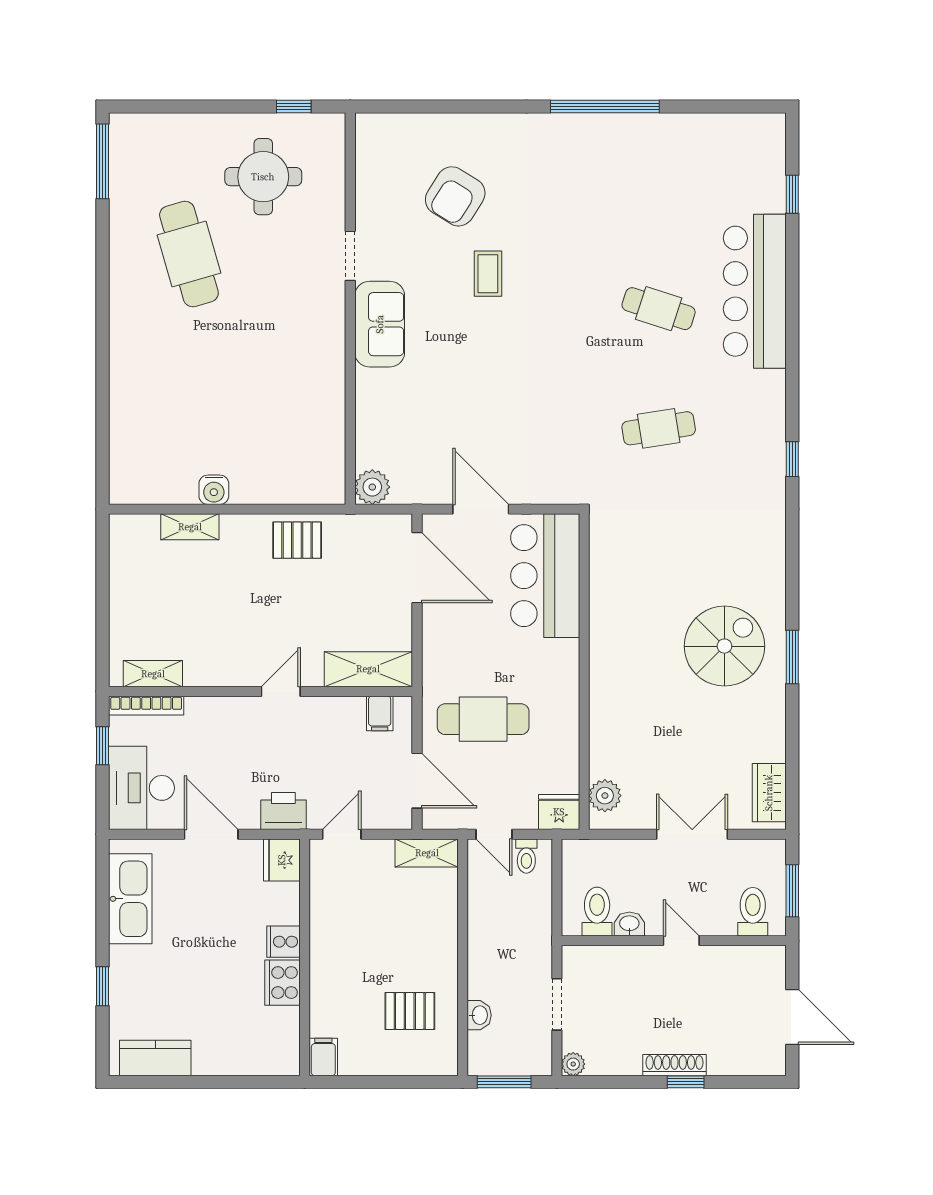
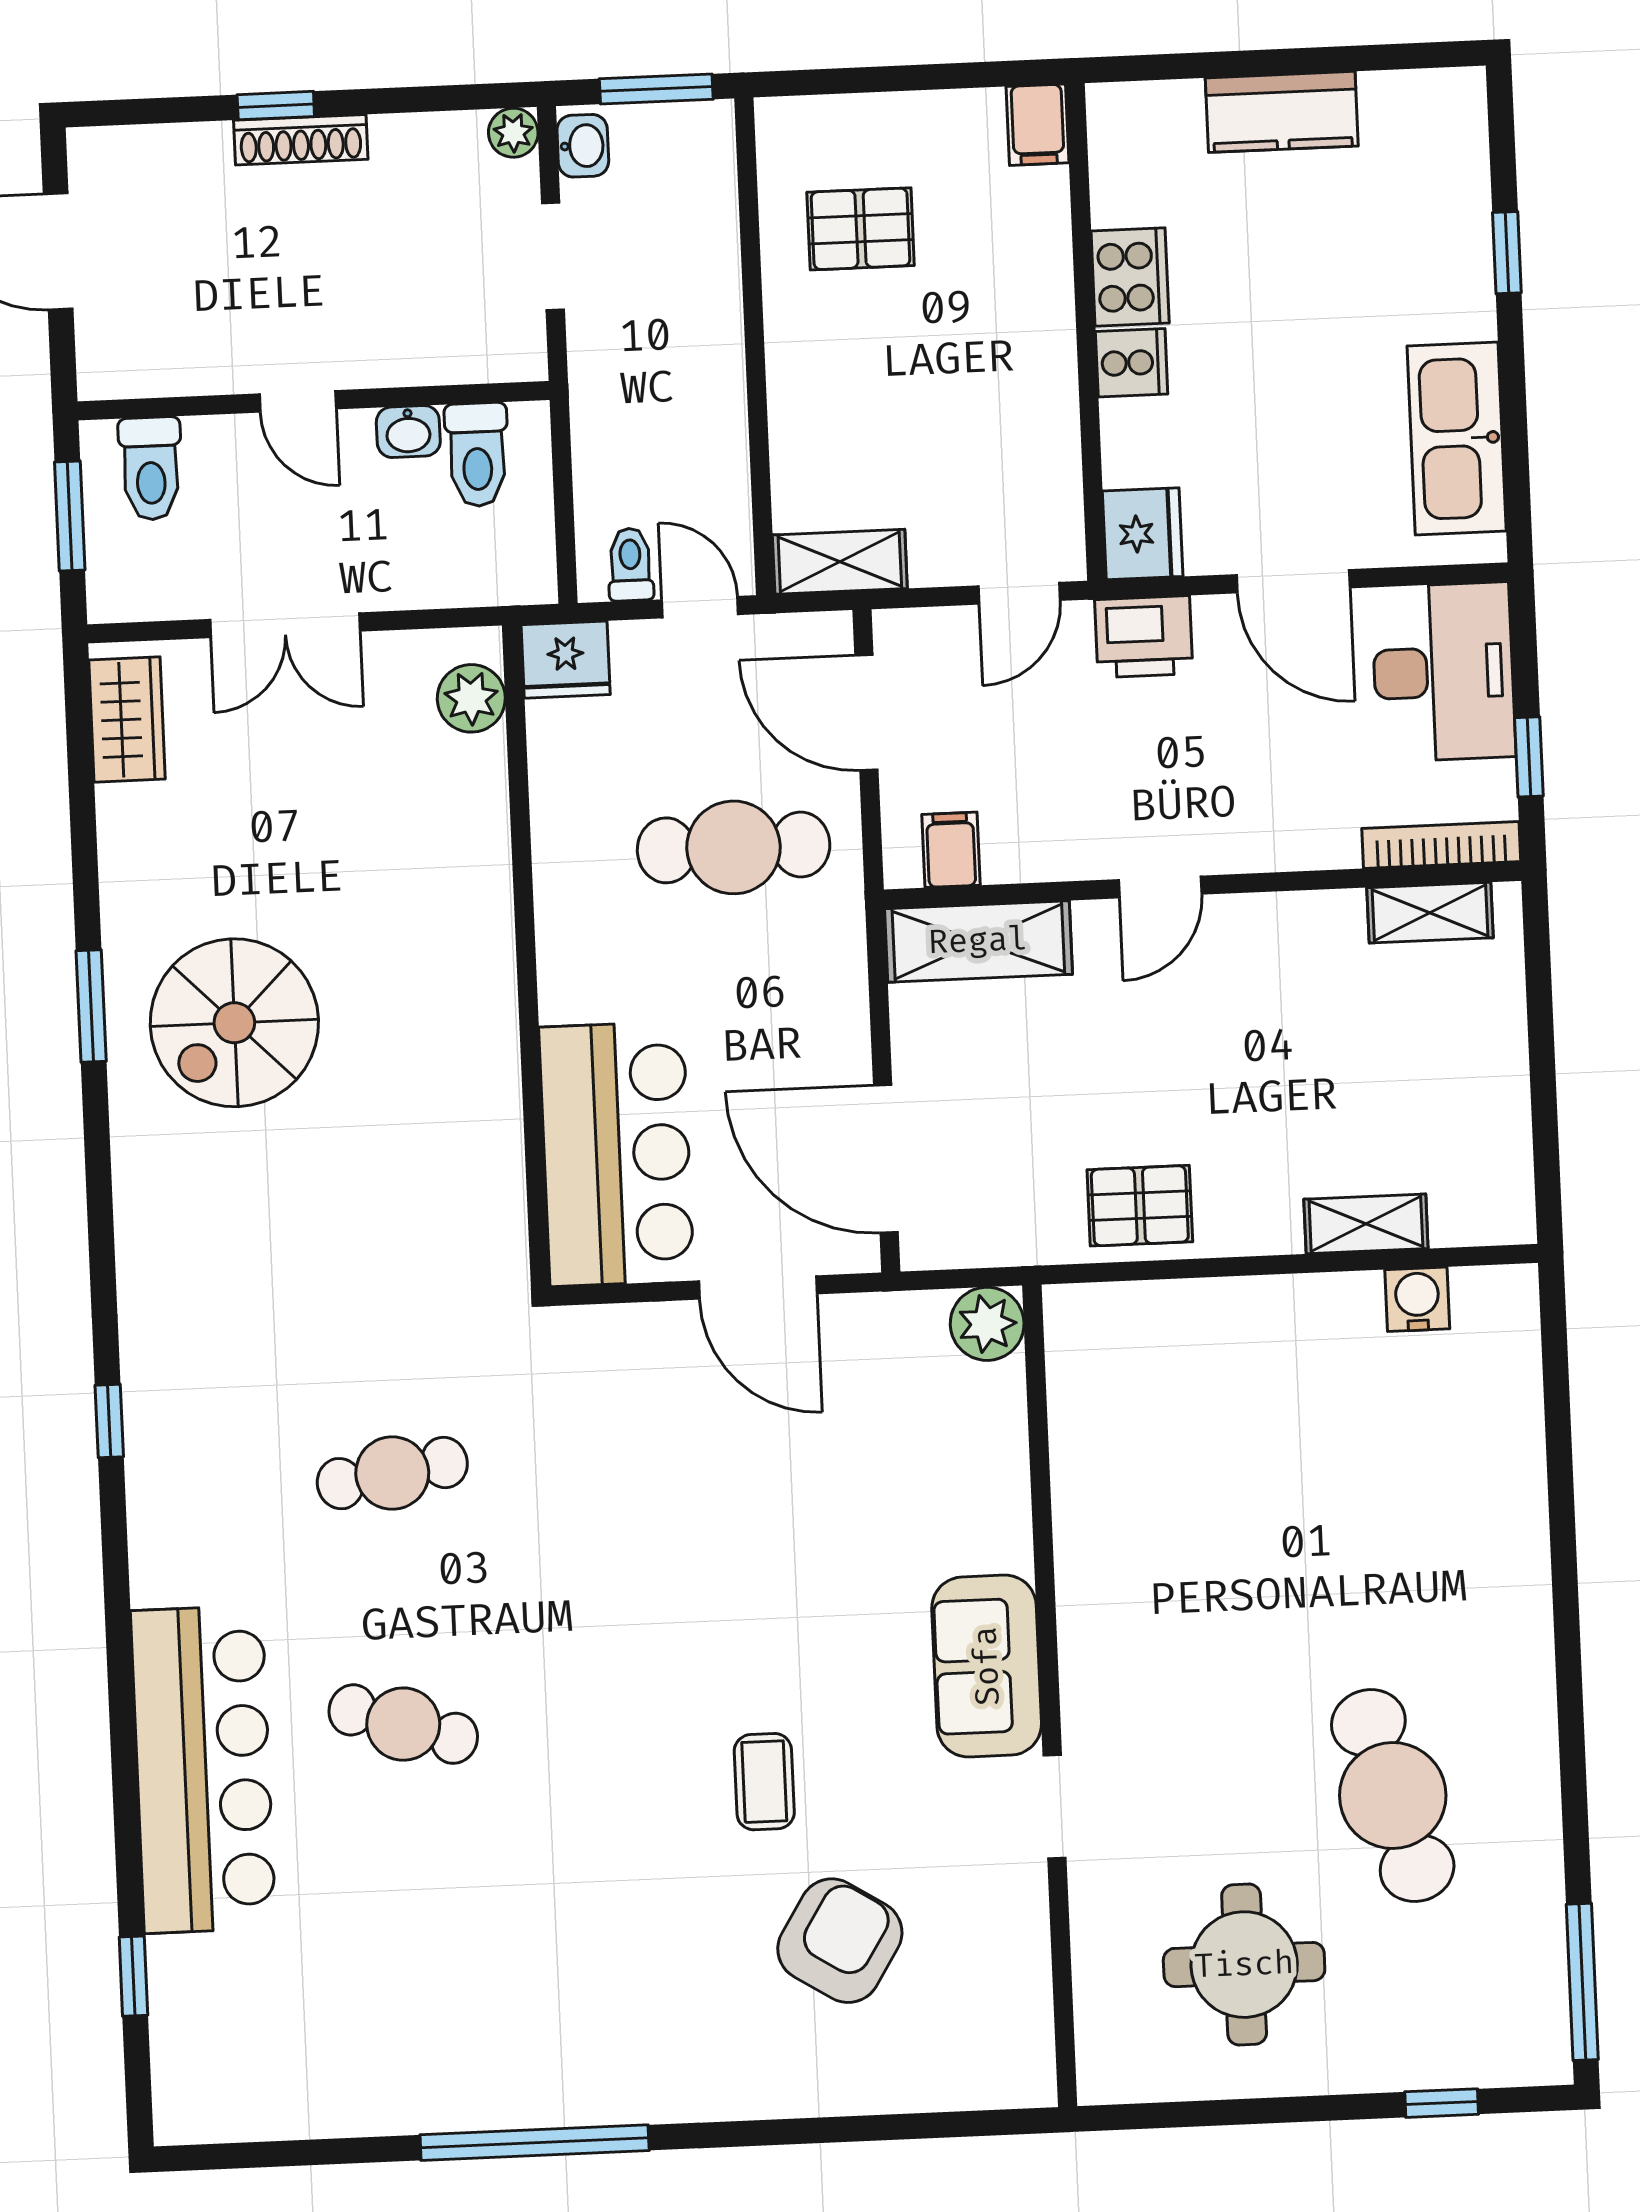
window: (294, 107) -> (1442, 2103), moved
water cooler: (214, 490) -> (1417, 1299), moved
washbasin: (479, 1015) -> (583, 146), moved, turned 180
kitchen counter: (155, 1058) -> (1282, 112), moved

